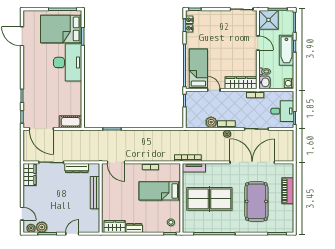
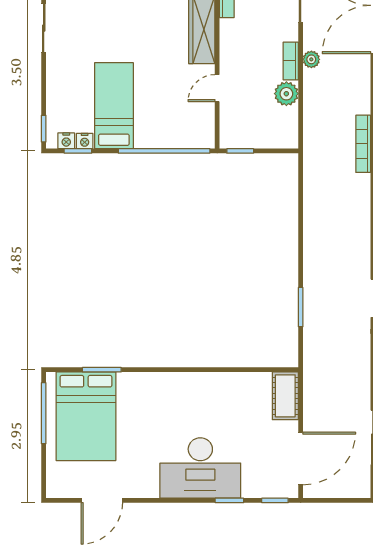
desk: (68, 62) -> (200, 468), moved, turned 180
bed: (198, 69) -> (114, 106), moved, turned 90

